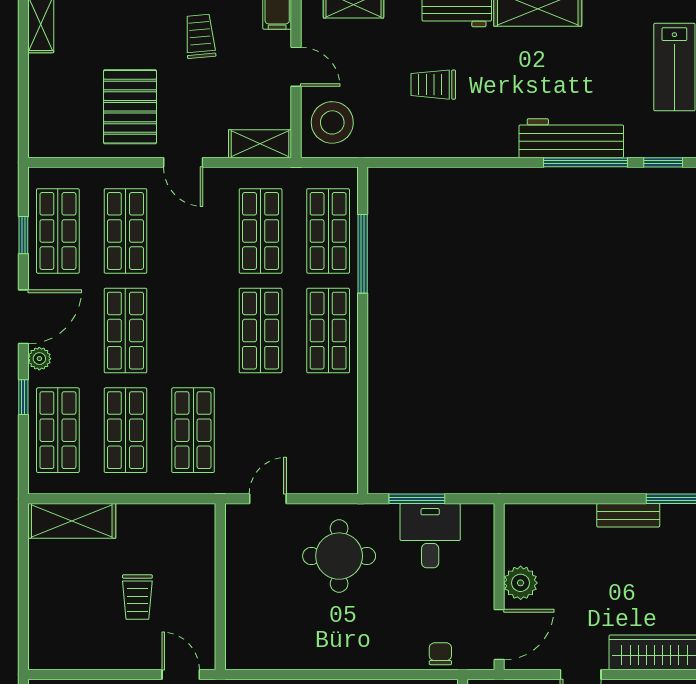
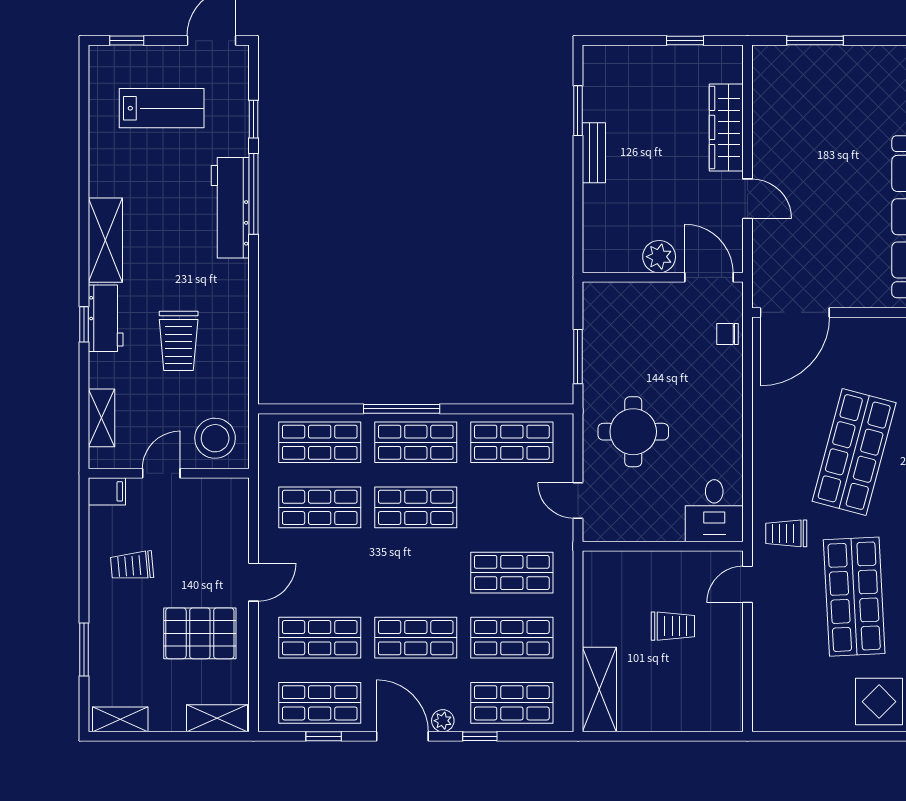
trolley: (433, 85) -> (179, 341), width x1.36, depth x1.39
shelving: (260, 144) -> (217, 718), moved, turned 90
window: (363, 254) -> (402, 409), moved
shop shelf: (328, 430) -> (512, 442), added
desk: (430, 536) -> (714, 511), moved, turned -90

